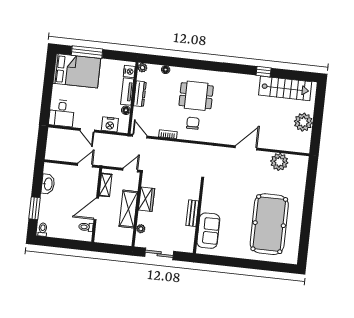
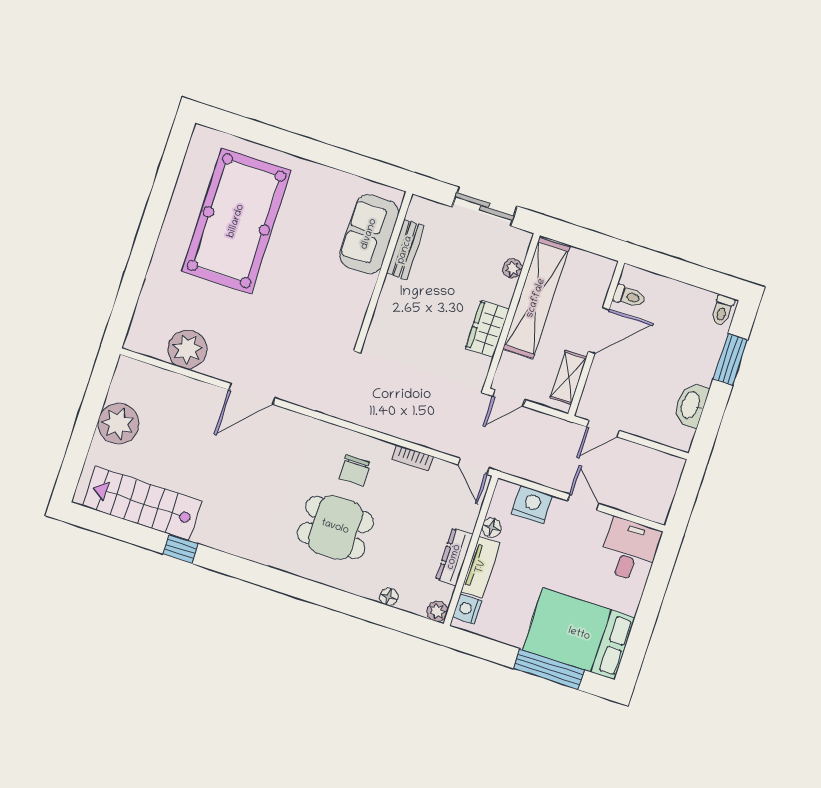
shelving: (128, 209) -> (536, 298), width x1.47
bench: (192, 213) -> (405, 250), moved

